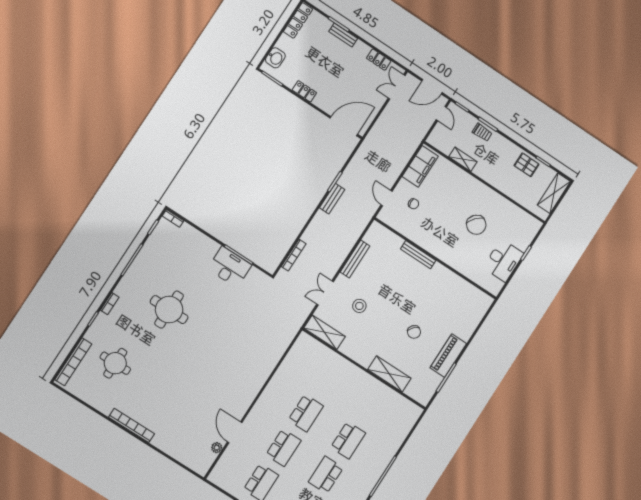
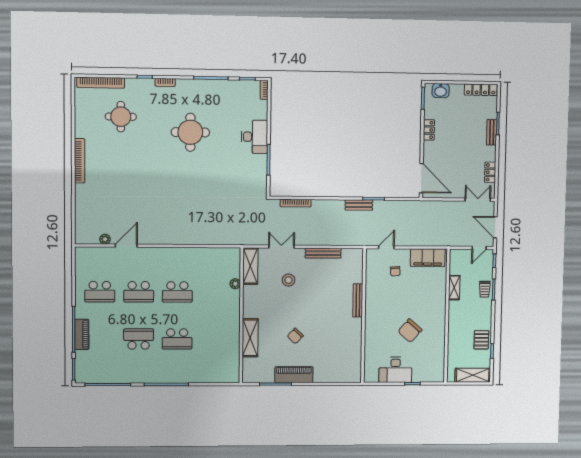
desk: (230, 267) -> (255, 137), moved
plant: (332, 356) -> (235, 284), added

